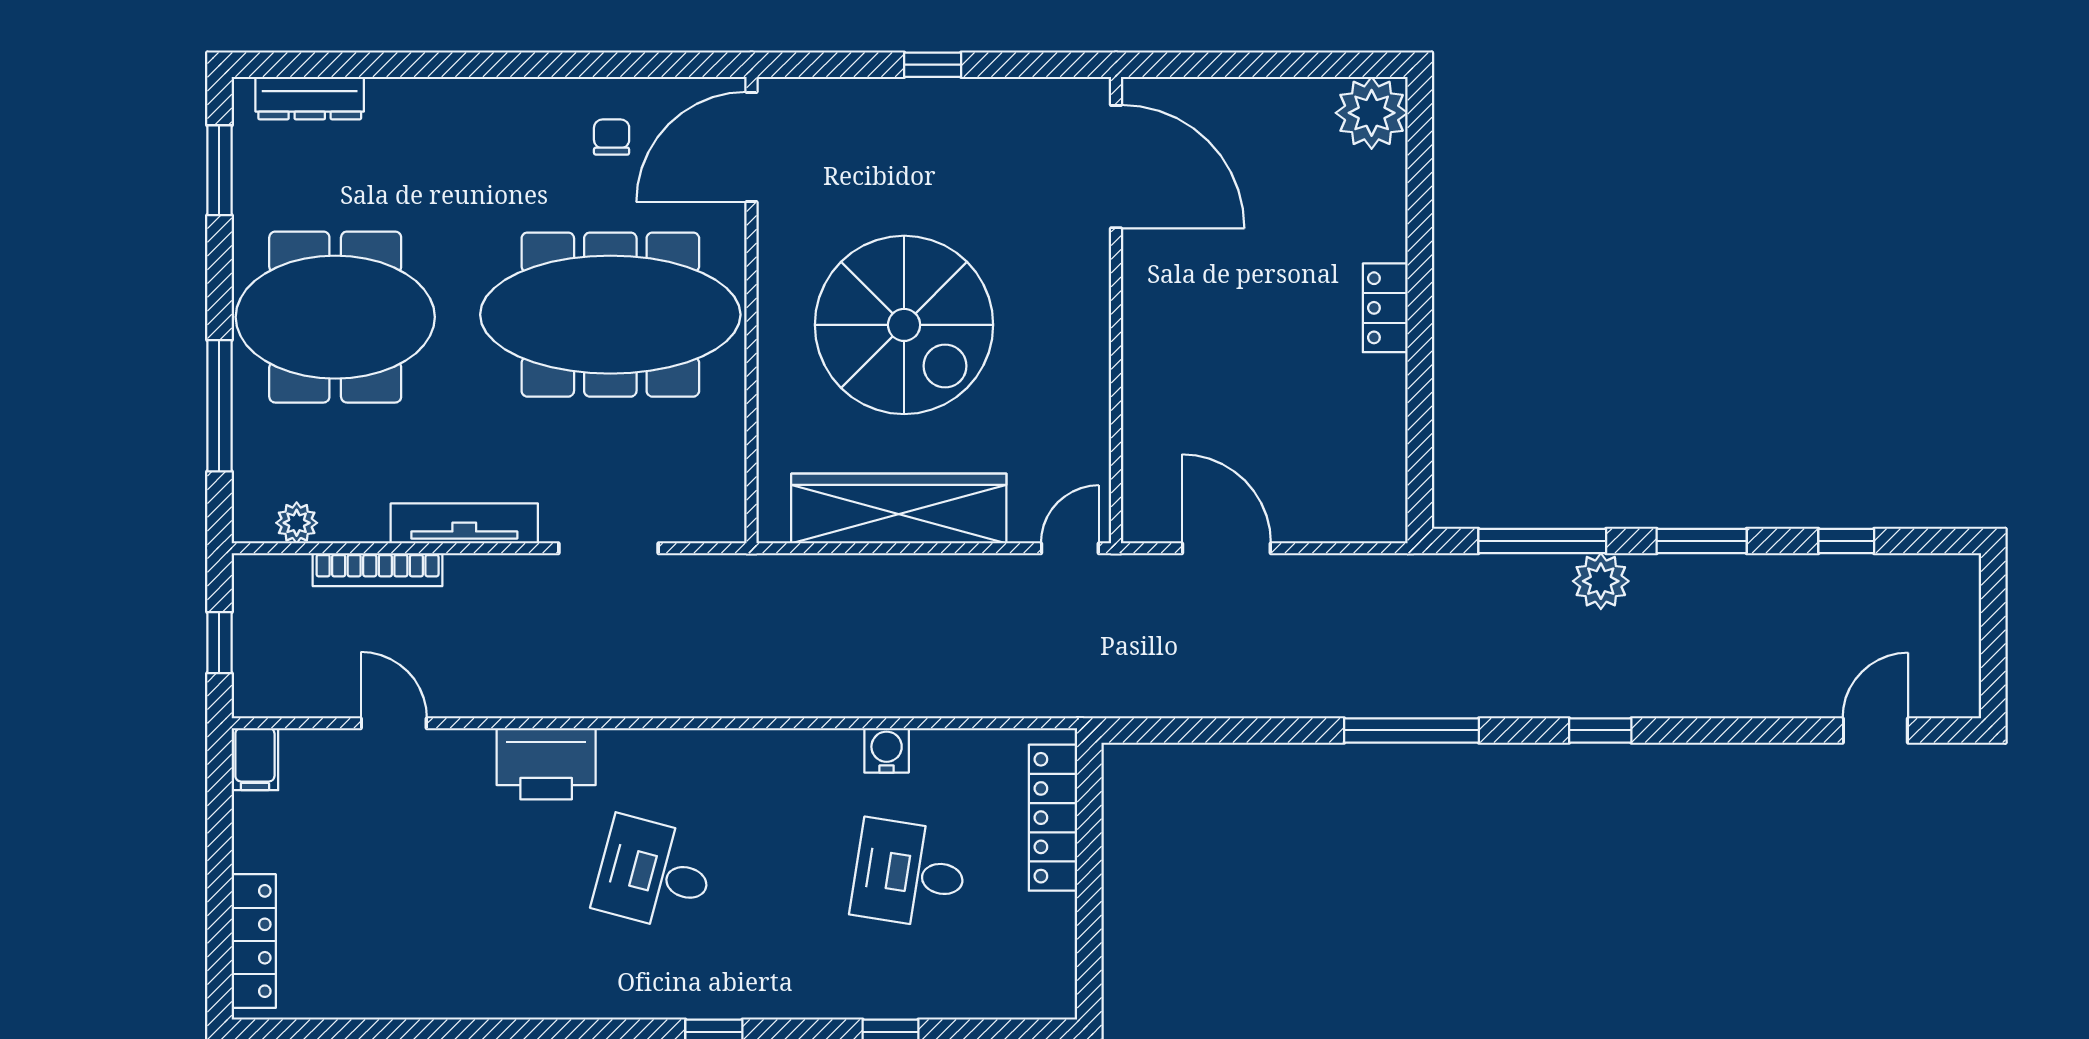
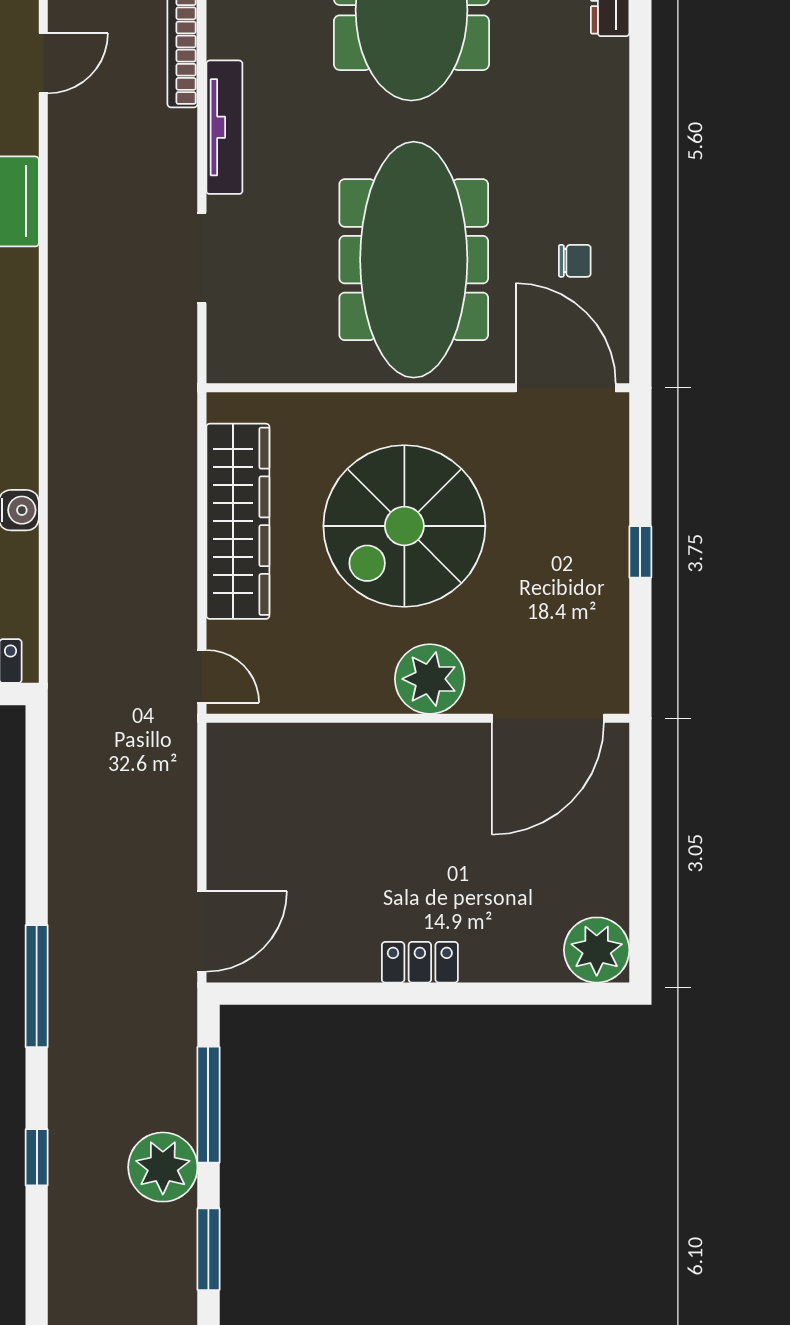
plant: (1073, 297) -> (430, 679), added
door: (1226, 548) -> (202, 931), moved
plant: (1601, 581) -> (163, 1167), width x1.36, depth x1.36

